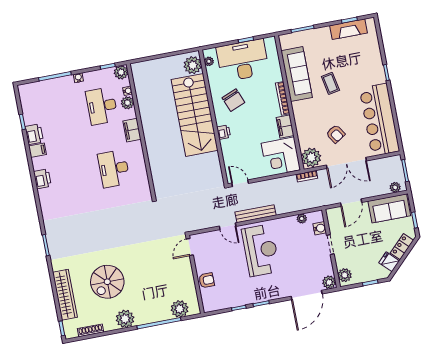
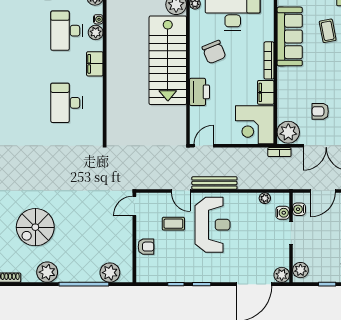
coffee table: (330, 83) -> (328, 31), moved
printer: (224, 132) -> (199, 92), width x1.87, depth x1.48
armchair: (336, 134) -> (320, 111), turned 124
door: (240, 183) -> (204, 146), hinge flipped
water cooler: (333, 223) -> (299, 209), added
coffee table: (227, 256) -> (173, 224), added

